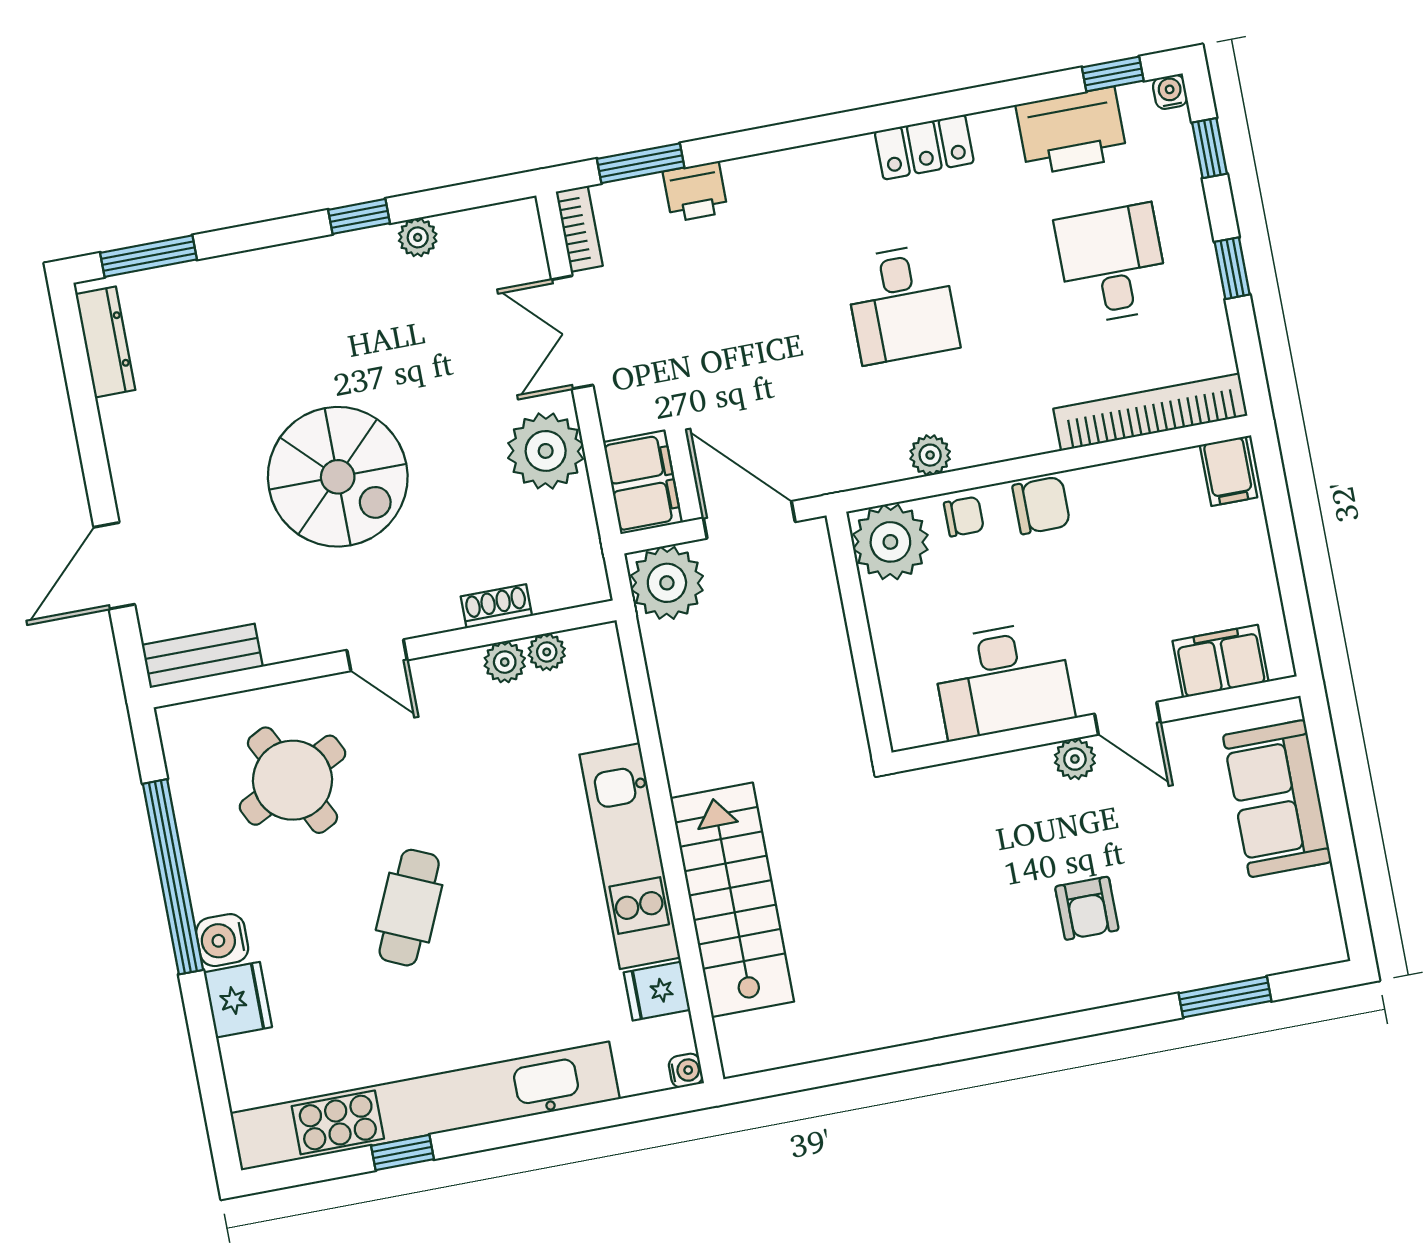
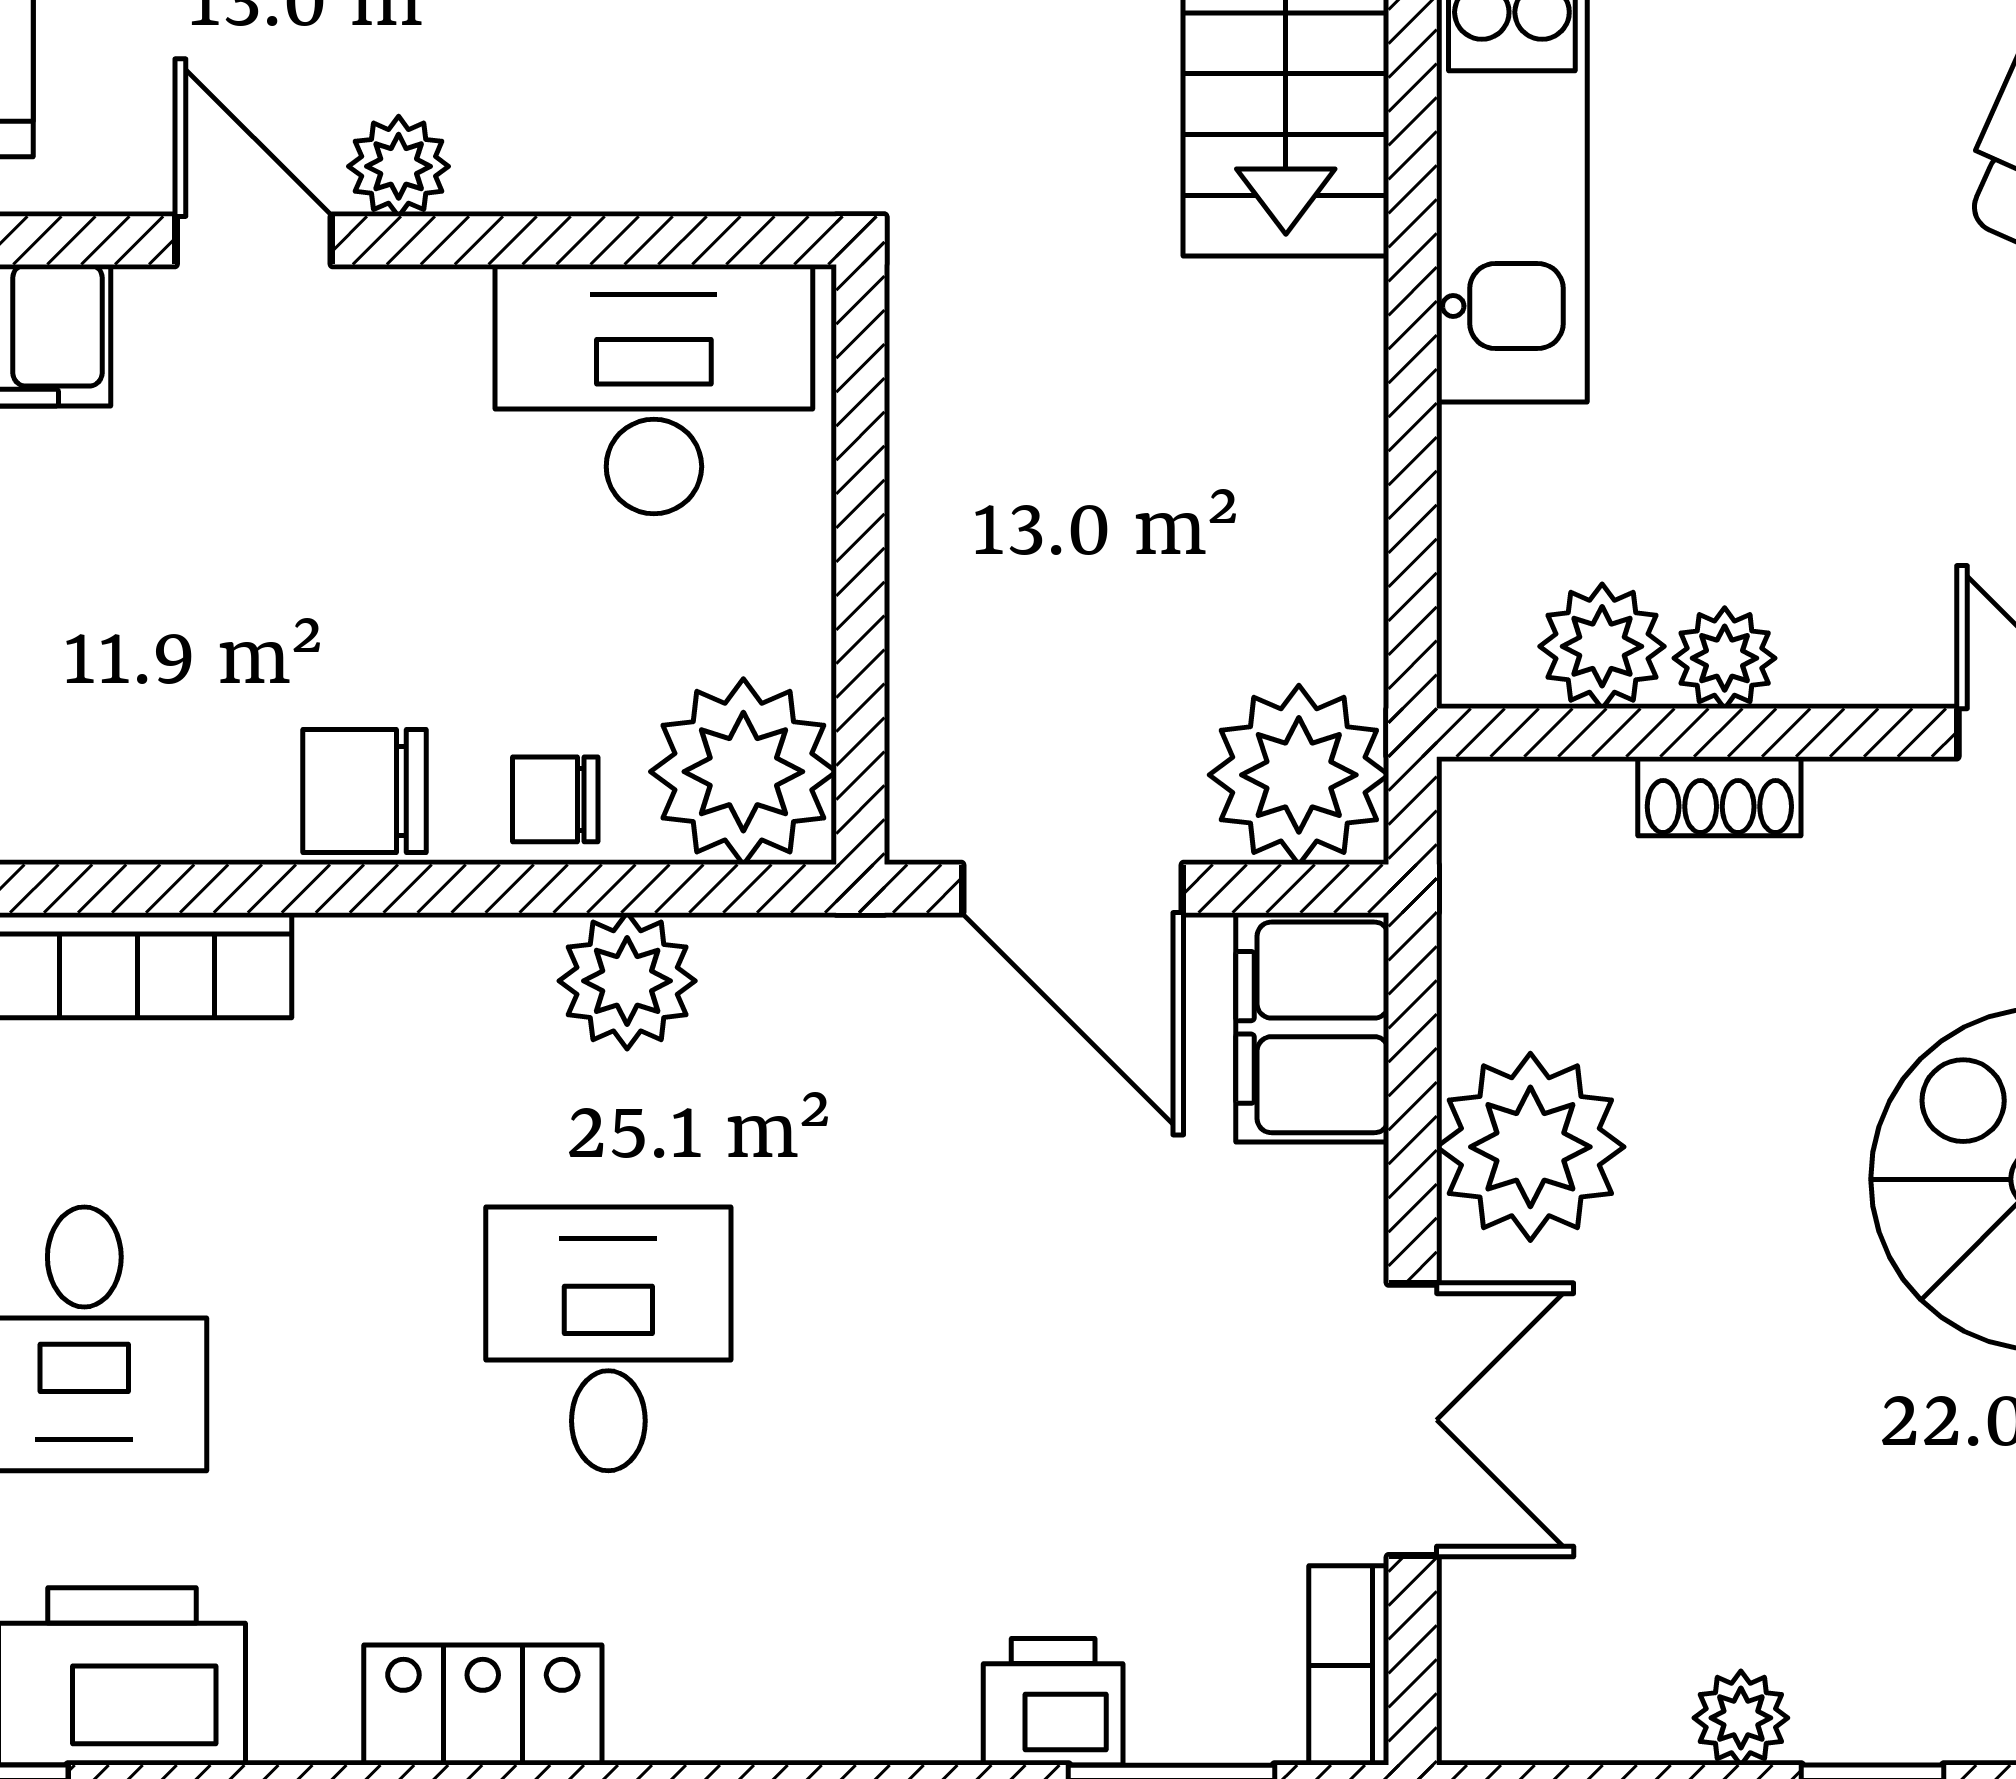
plant: (930, 455) -> (627, 981), width x1.38, depth x1.38
plant: (547, 652) -> (1602, 646), width x1.38, depth x1.38
desk: (1003, 680) -> (654, 389), moved

